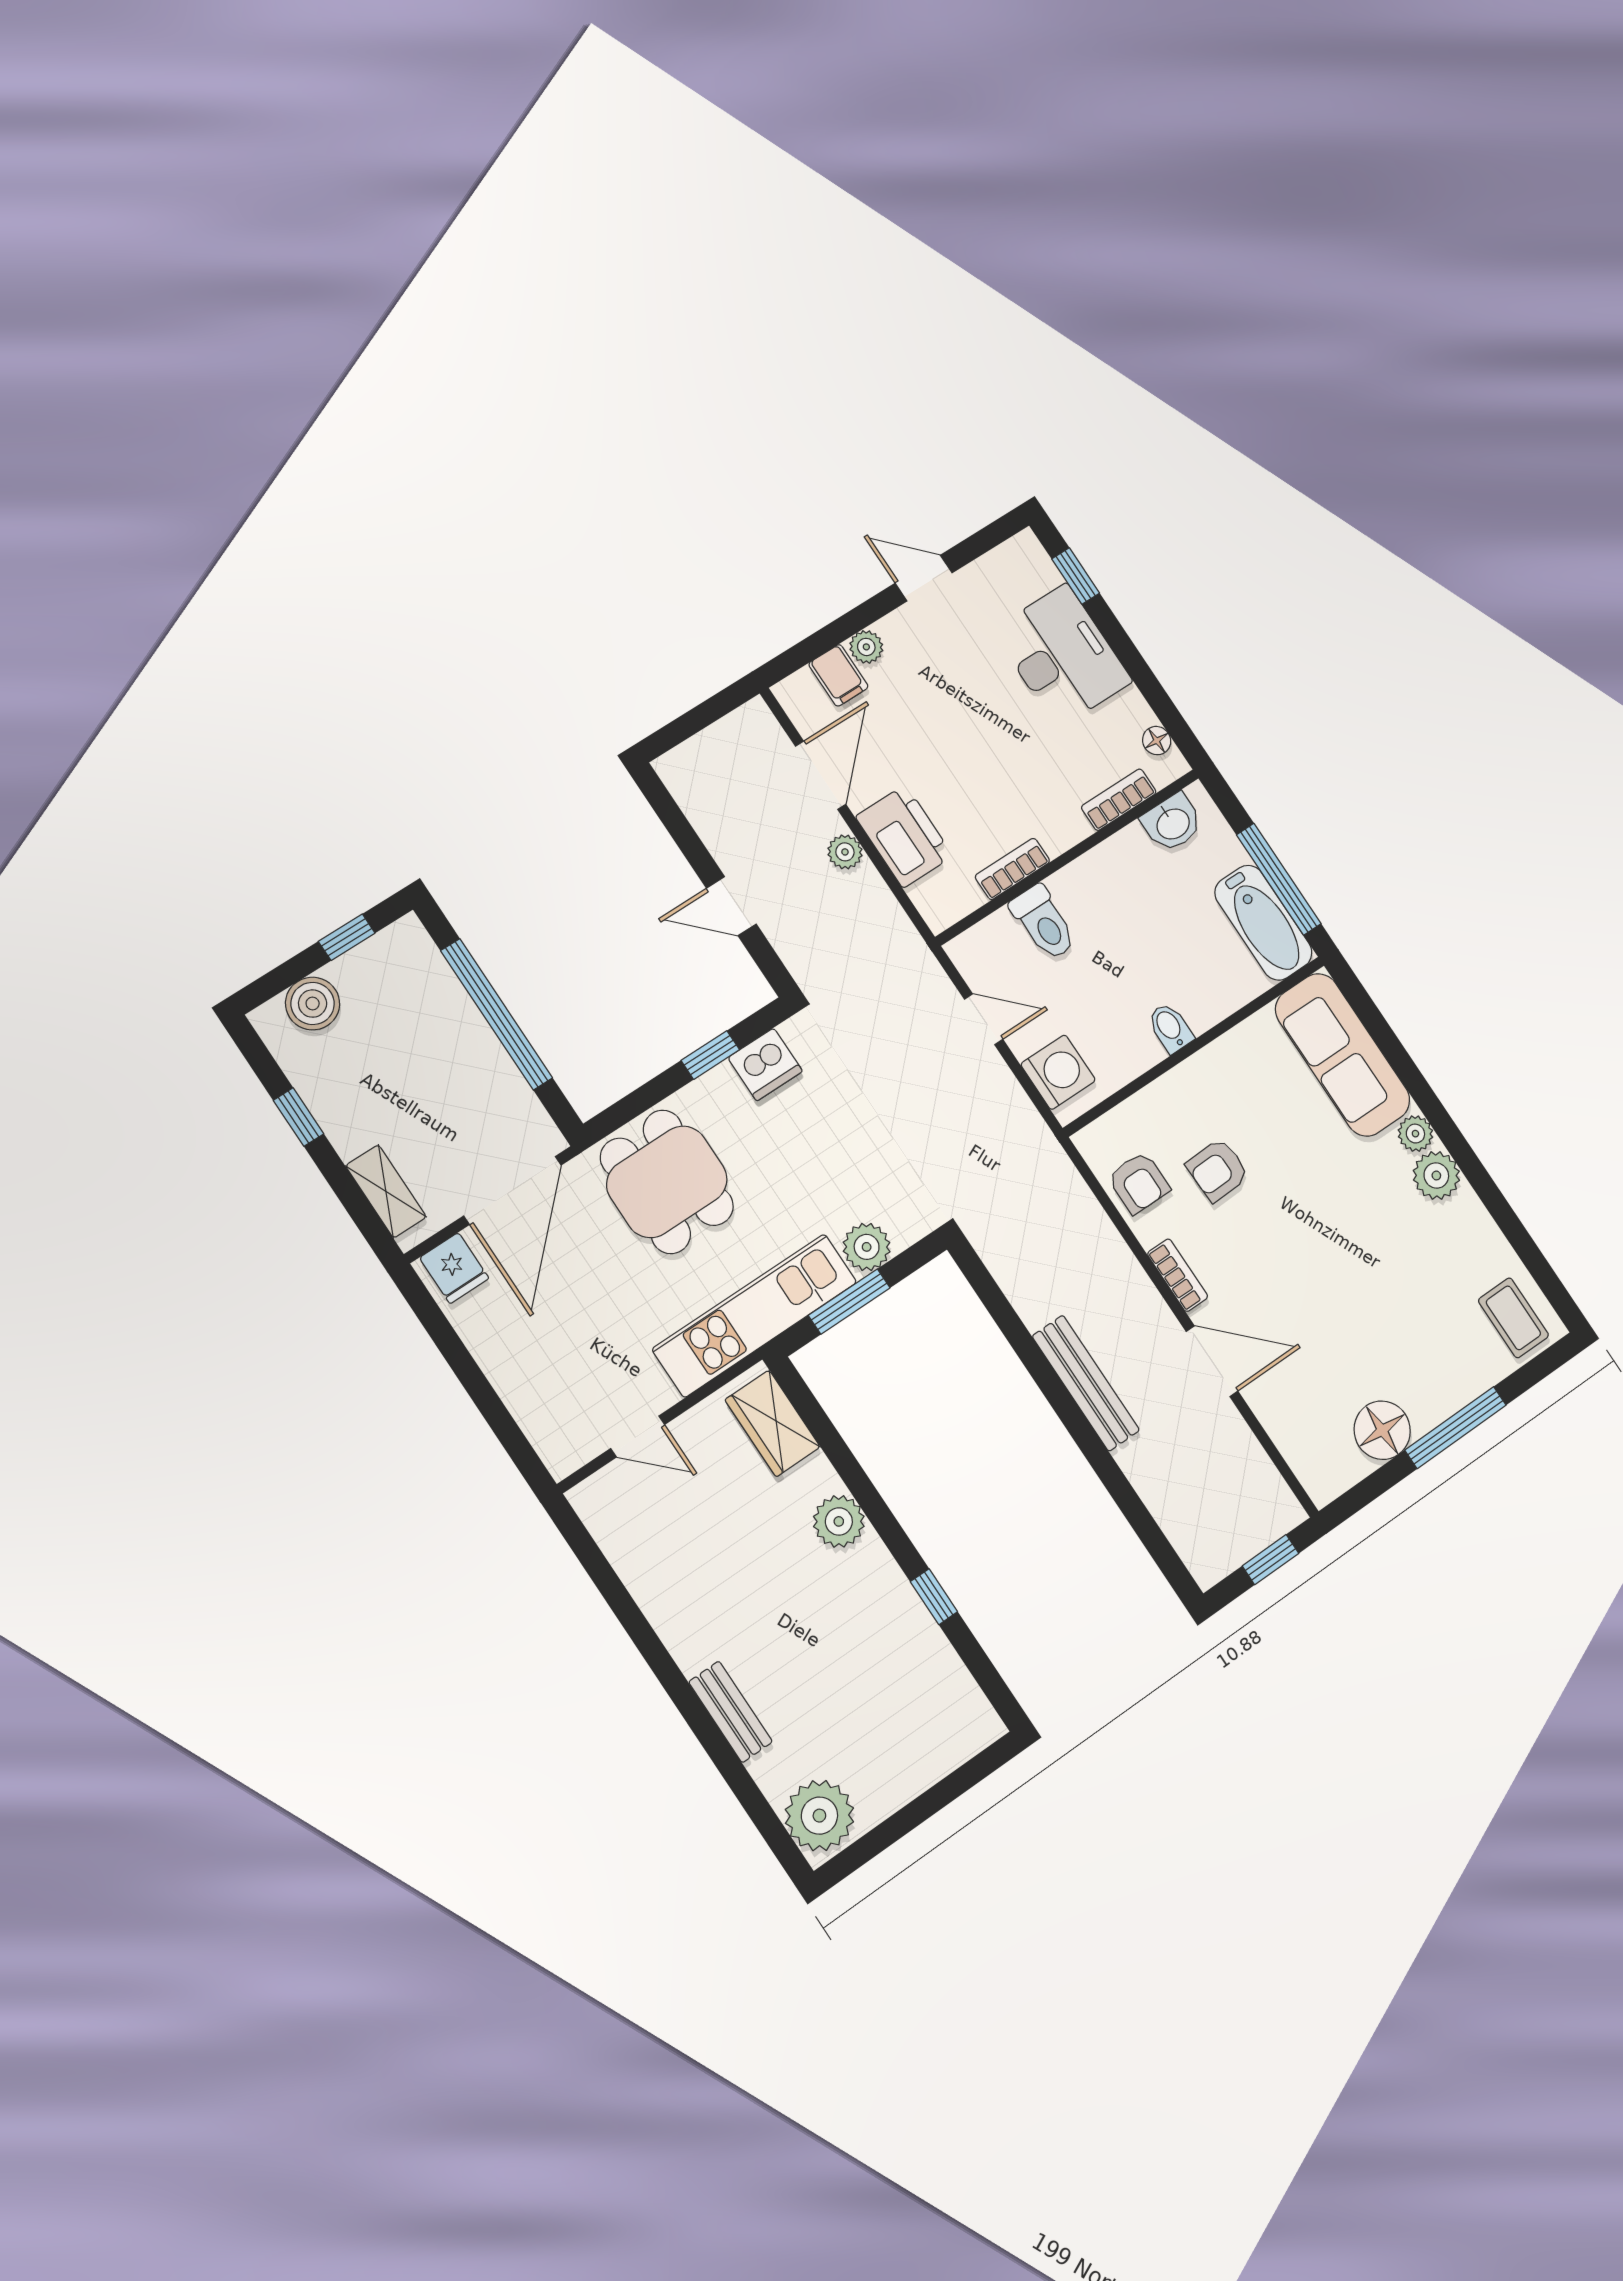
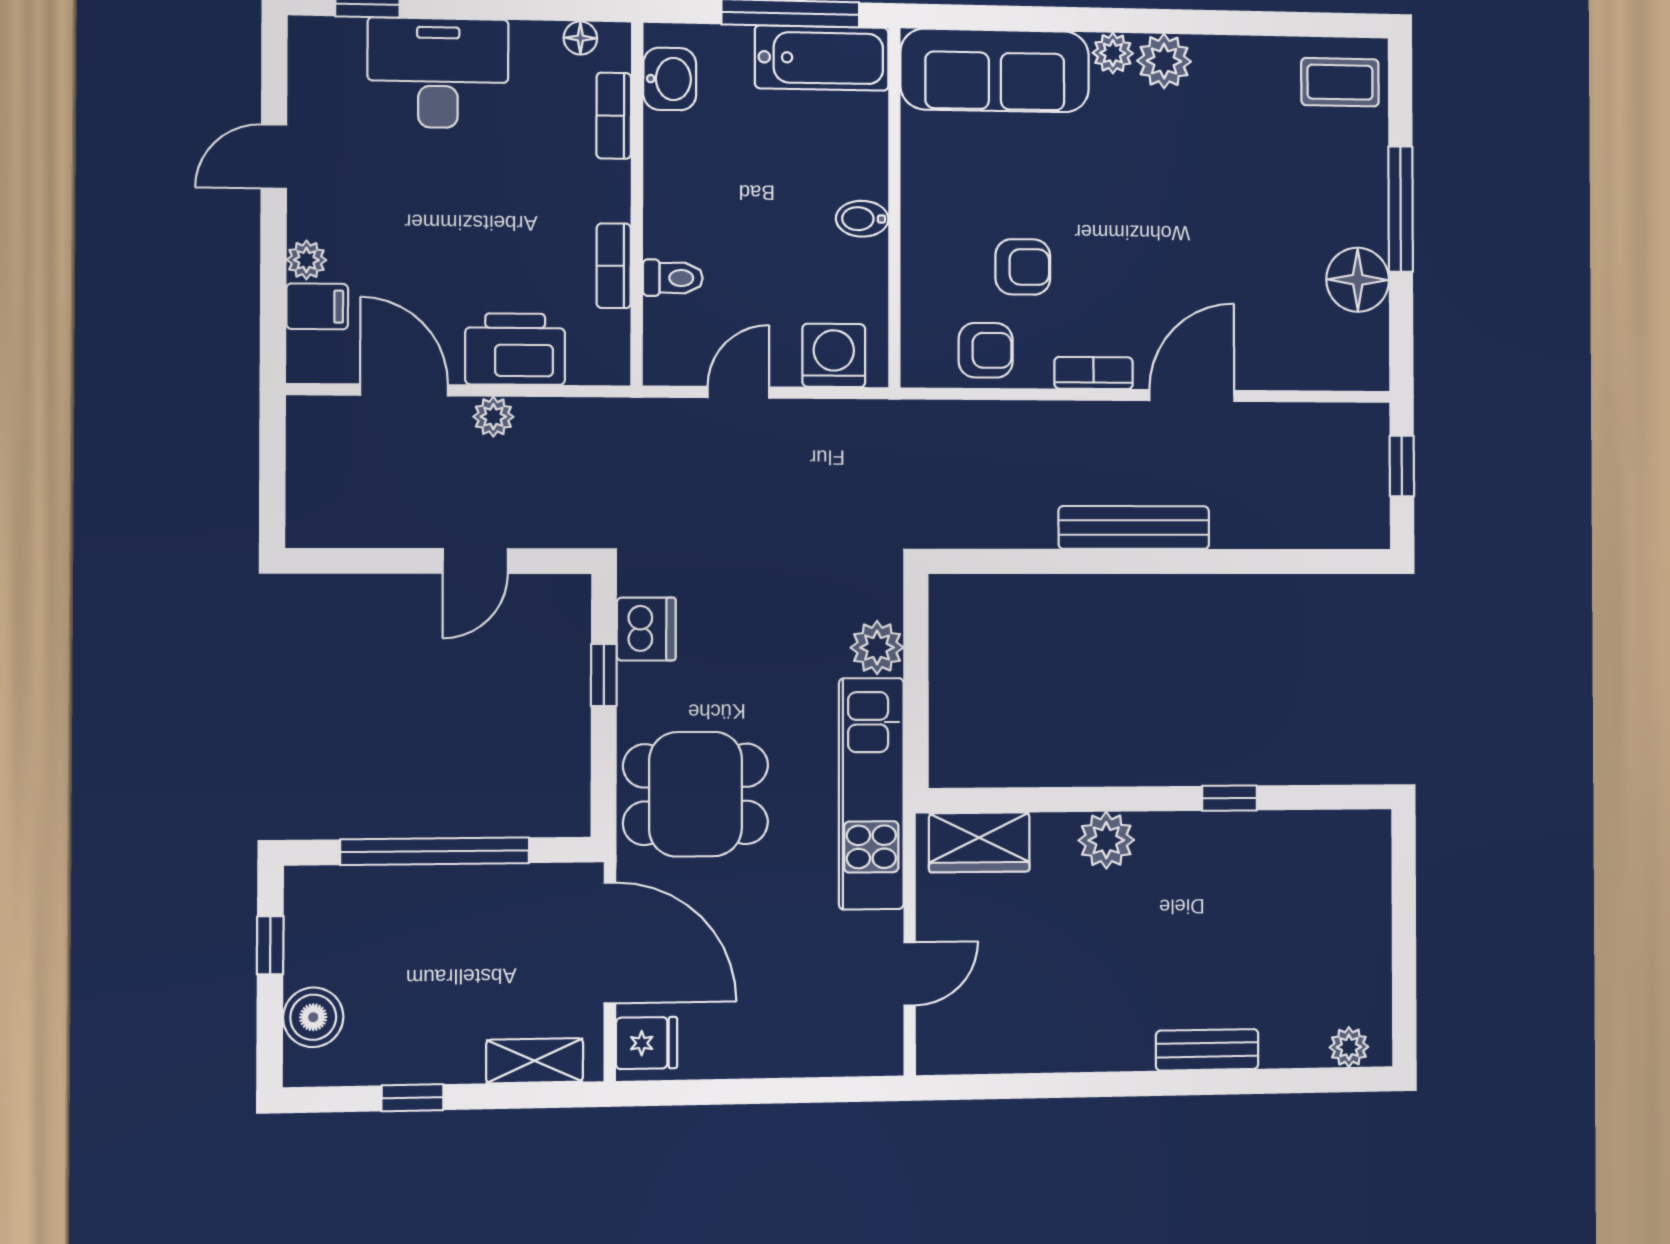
toilet: (1044, 923) -> (673, 278), width x0.73, depth x0.72
armchair: (1218, 1170) -> (1023, 267), turned -88
window: (849, 1302) -> (916, 698), removed
plant: (819, 1816) -> (1349, 1047), width x0.53, depth x0.53

